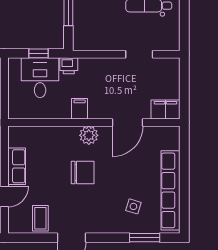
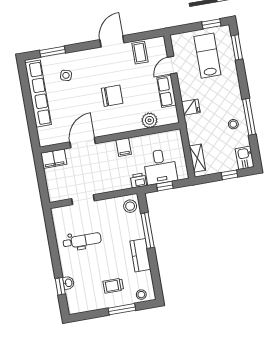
stool: (84, 37) -> (130, 206), added
plant: (89, 135) -> (149, 120), moved
chair: (83, 172) -> (112, 96), turned 180

